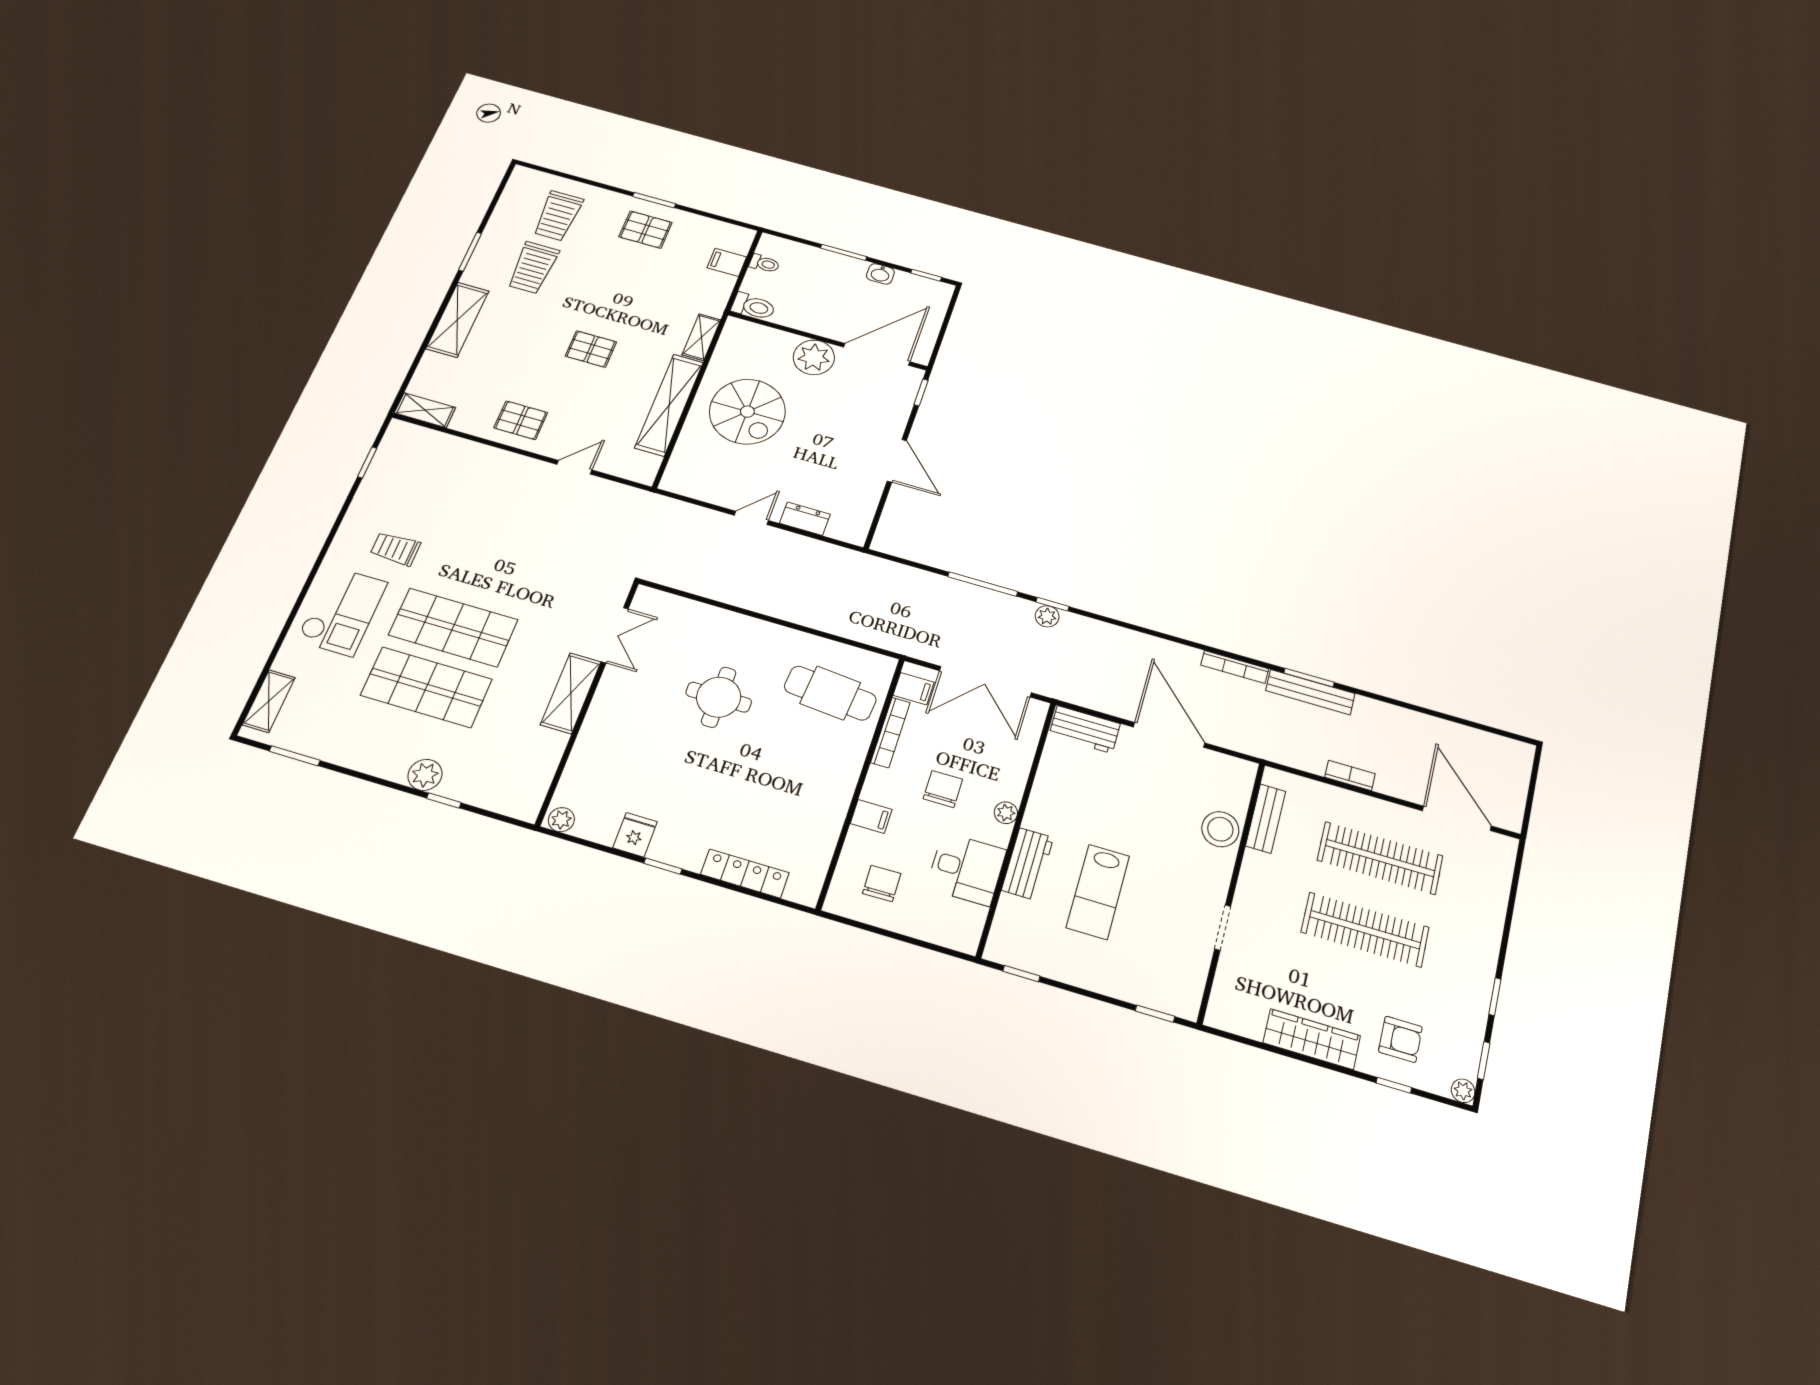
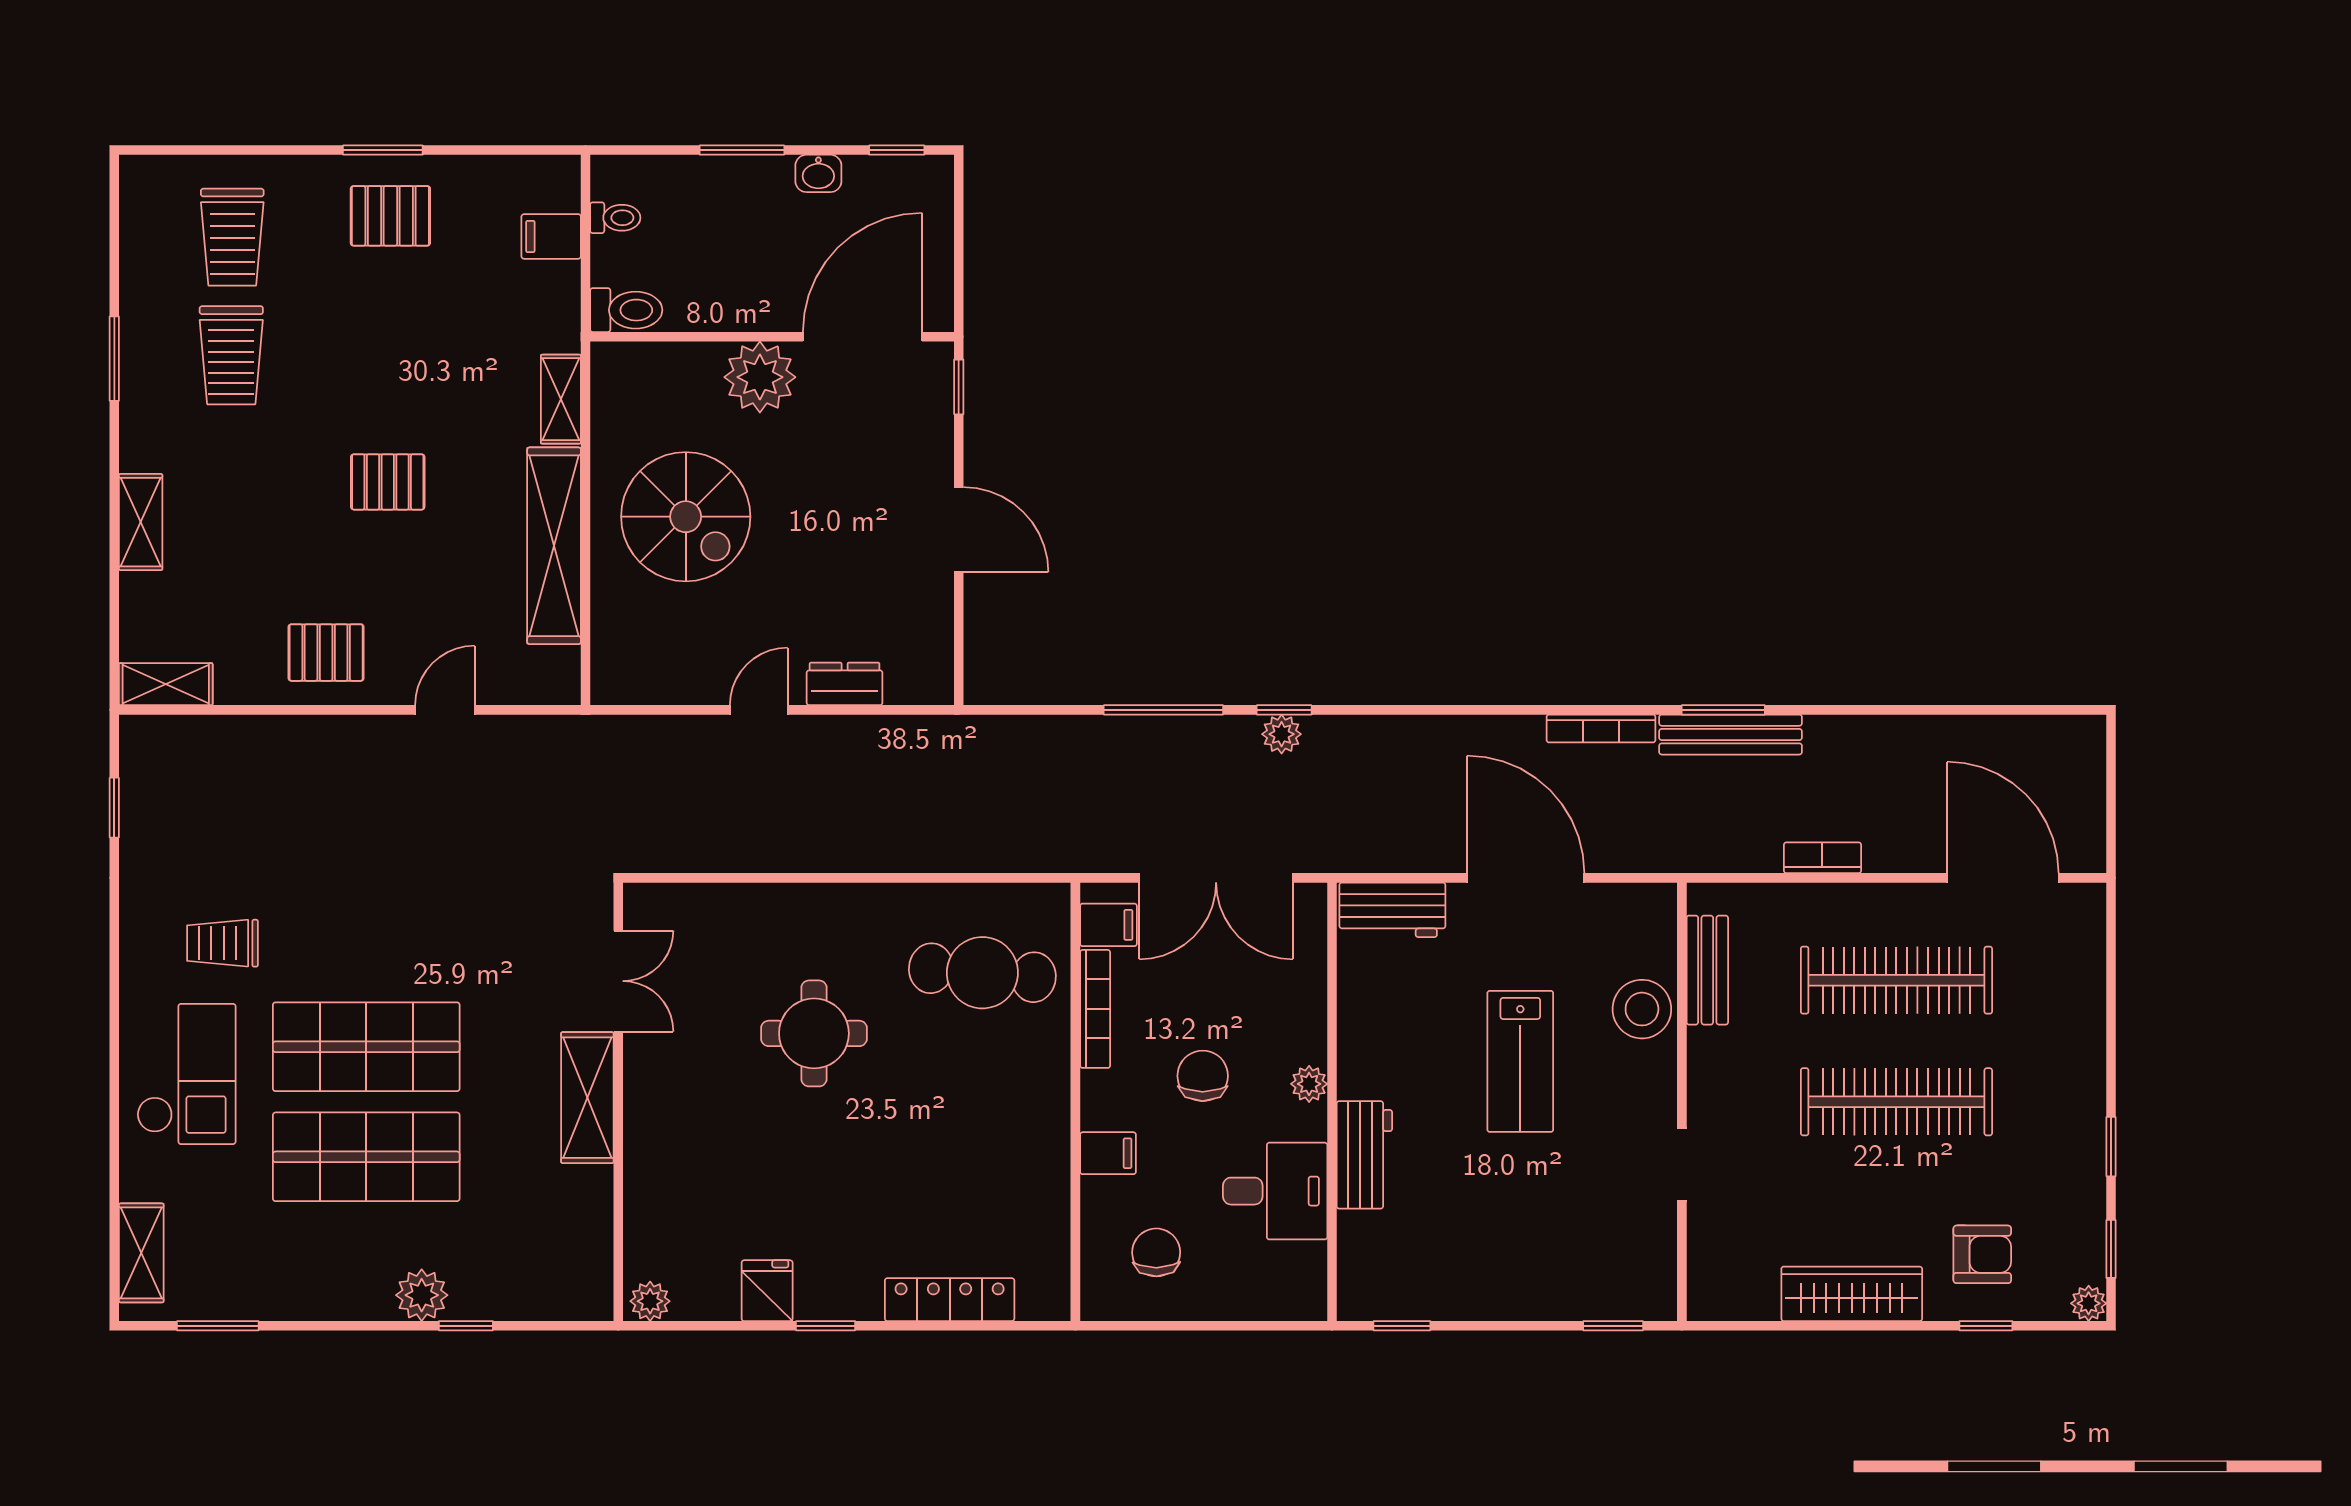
shelving: (457, 320) -> (141, 522), width x0.67, depth x0.75
lab bench: (1098, 892) -> (1520, 1061), moved

